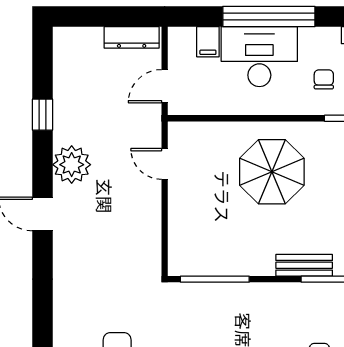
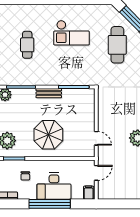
dresser: (132, 37) -> (111, 195), removed
filing cabinet: (208, 42) -> (89, 193), moved
bench: (304, 265) -> (49, 93), moved

